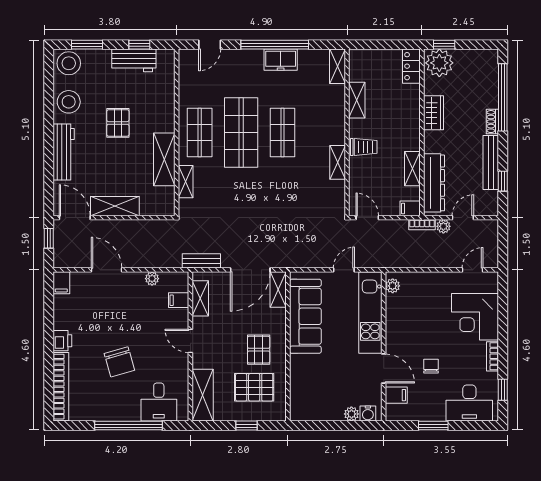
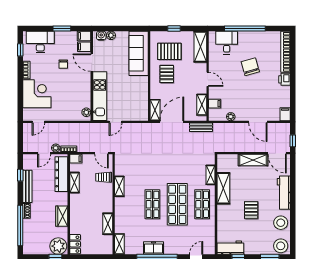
workbench: (134, 60) -> (230, 248), moved
trolley: (364, 147) -> (104, 177), moved
sofa: (305, 316) -> (139, 53), moved
filing cabinet: (396, 413) -> (84, 36), added

